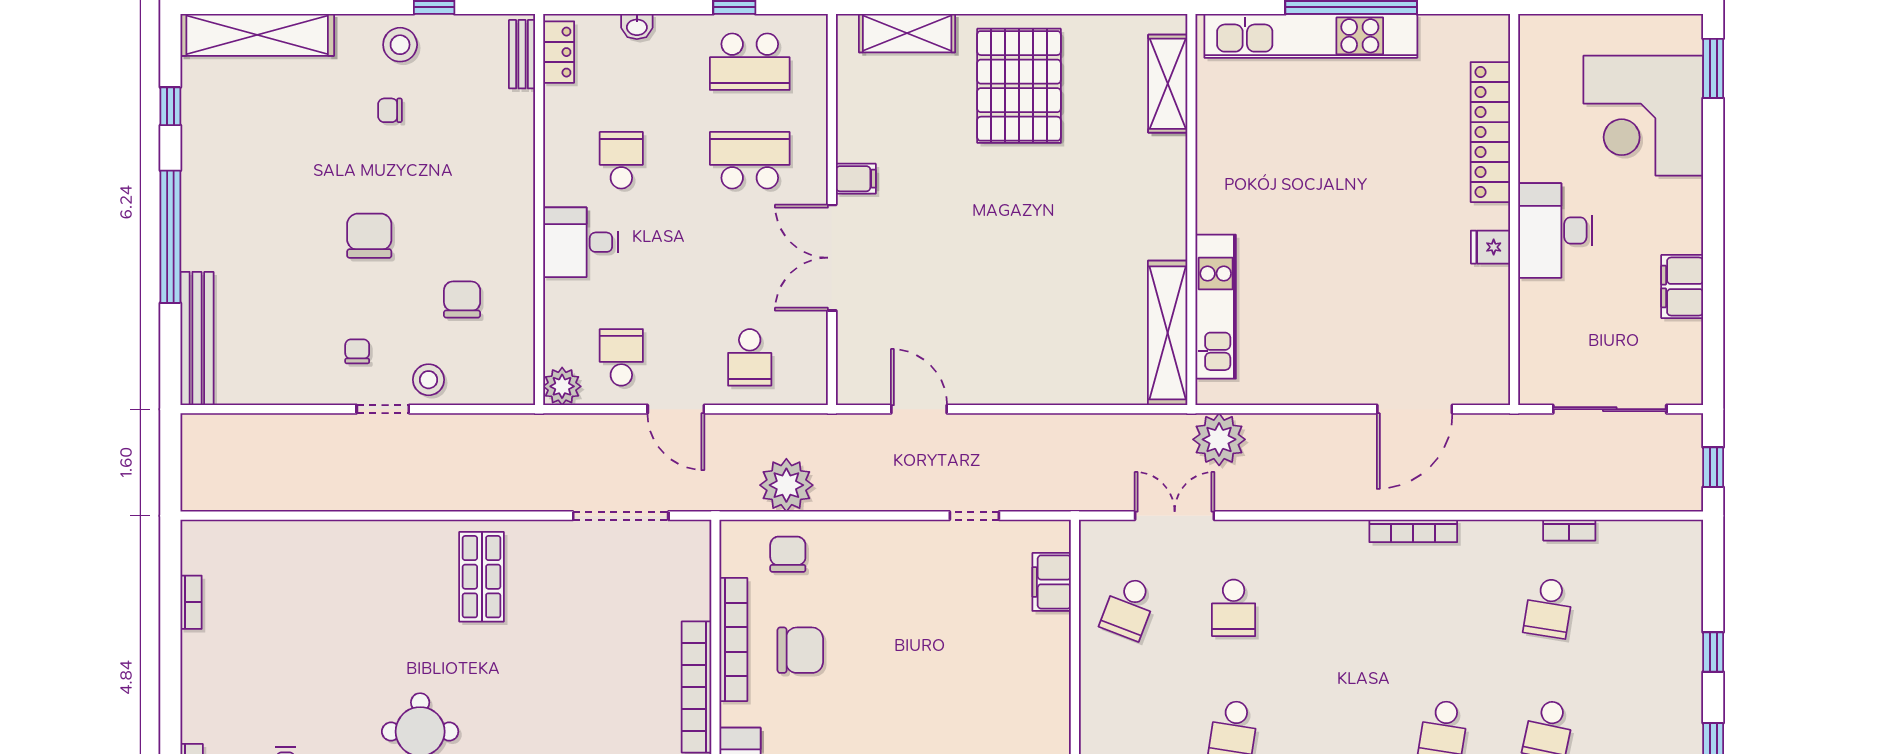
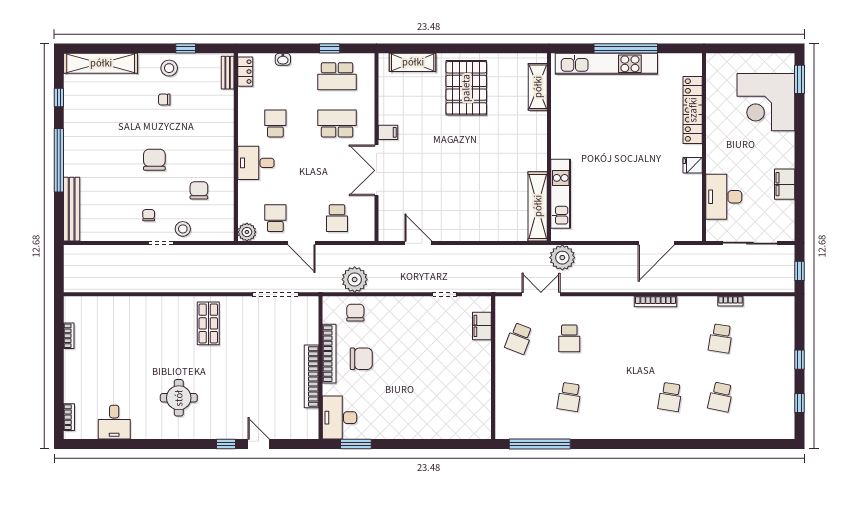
desk: (1555, 230) -> (724, 197), moved

